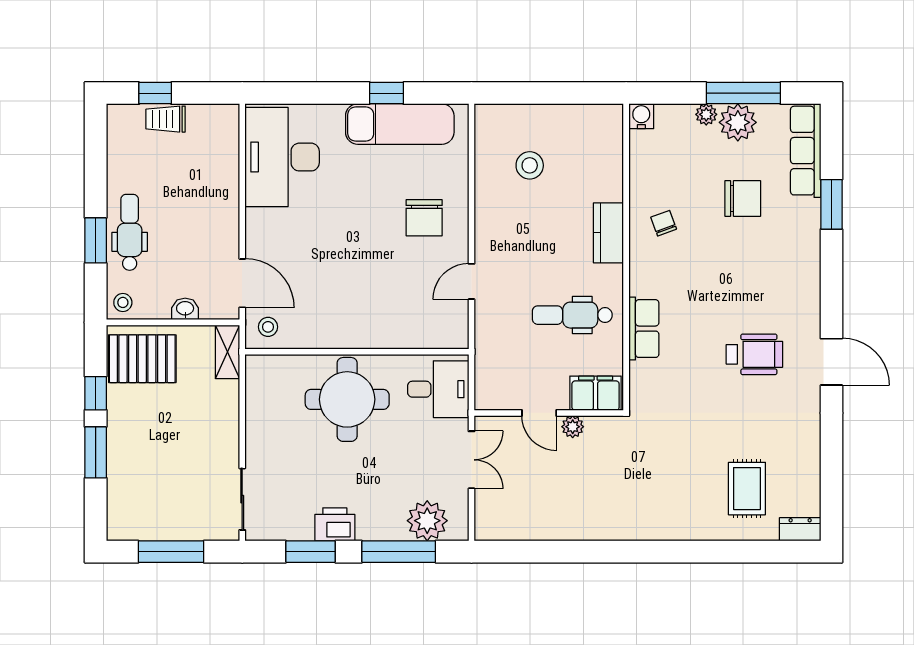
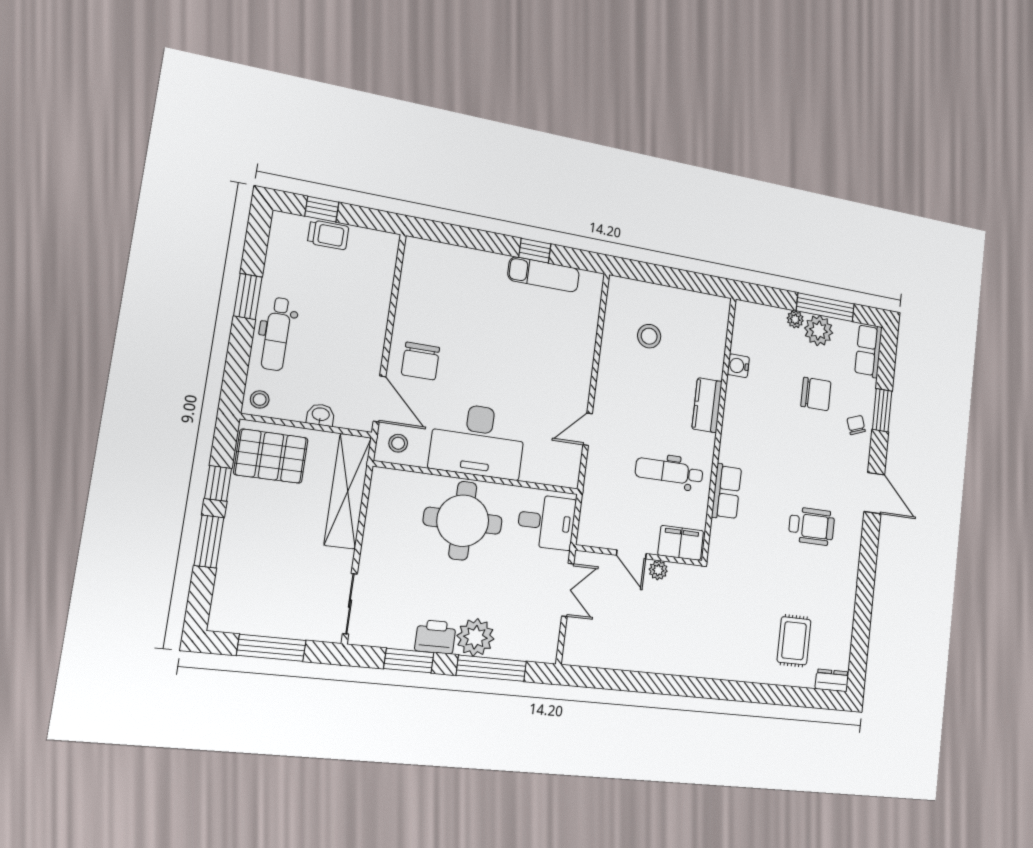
water cooler: (641, 116) -> (738, 366), moved, turned -90
trolley: (166, 119) -> (328, 235), turned 180
exam couch: (400, 124) -> (544, 274), width x0.73, depth x0.69
row of seats: (806, 151) -> (869, 351), width x0.68
desk: (282, 157) -> (478, 441), moved, turned -90
chair: (424, 218) -> (421, 361), moved
chair: (664, 223) -> (856, 425), moved
dental chair: (130, 232) -> (277, 334), turned 180
window: (96, 240) -> (248, 296), moved
shelving: (228, 352) -> (348, 491), width x2.20, depth x1.33
door: (831, 362) -> (874, 493), moved
plant: (427, 521) -> (475, 637), moved

